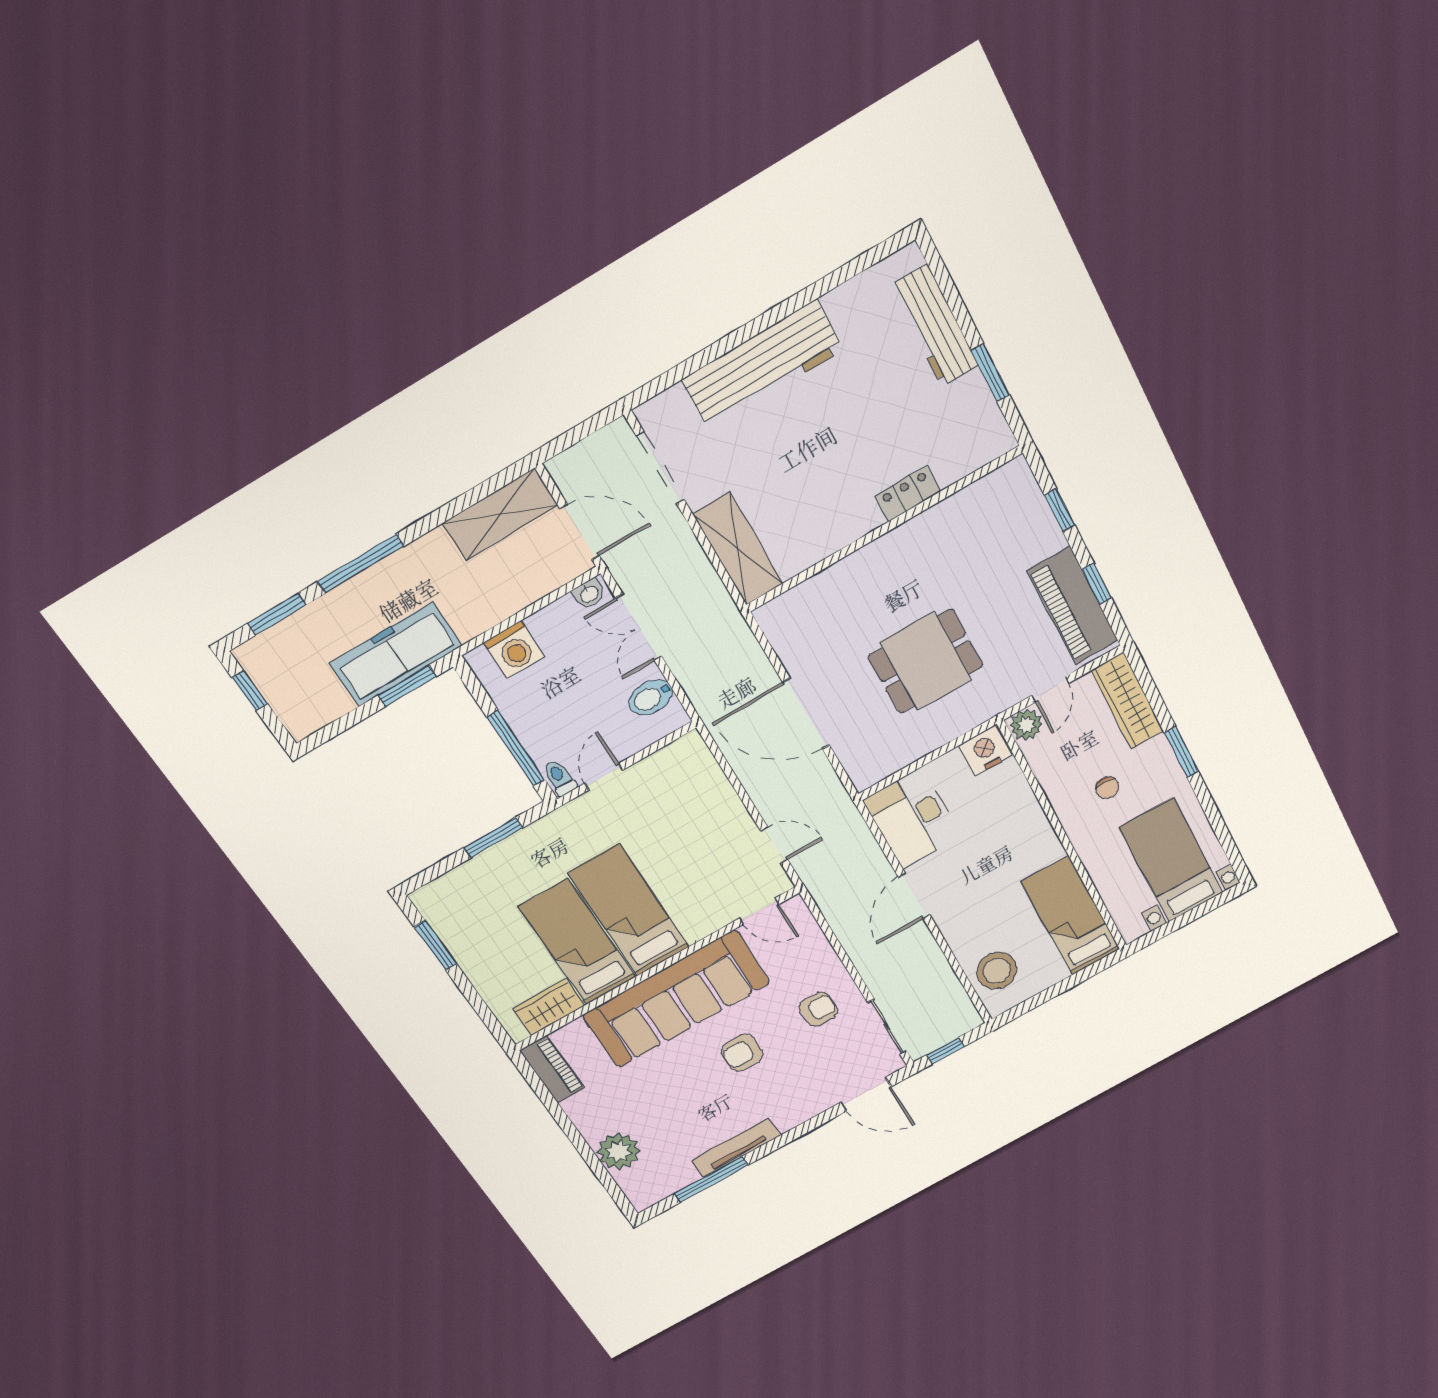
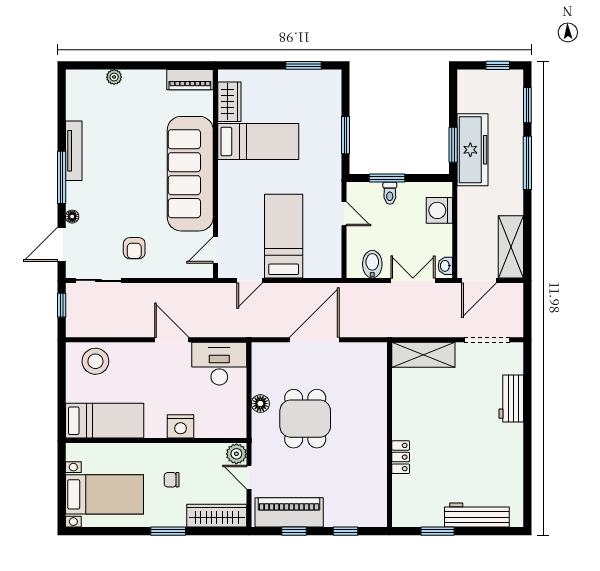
workbench: (762, 365) -> (511, 399), width x0.53, depth x0.76
floor lamp: (938, 734) -> (260, 404), added
window: (516, 748) -> (387, 178), width x0.69
nightstand: (985, 750) -> (181, 426), moved, turned 90
toilet: (560, 778) -> (390, 193), moved, turned 90
bed: (629, 910) -> (284, 236), moved, turned -90
armchair: (742, 1053) -> (134, 190), removed
floor lamp: (822, 1103) -> (72, 217), added
plant: (619, 1151) -> (114, 77), width x0.53, depth x0.53
window: (711, 1179) -> (62, 177), moved

